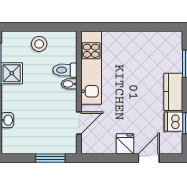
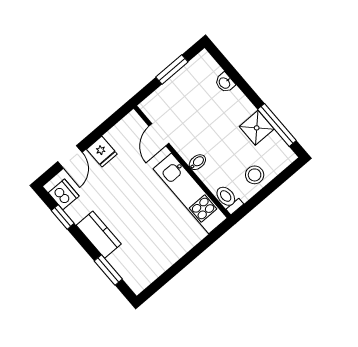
toilet: (65, 70) -> (228, 199), moved, turned -90
dishwasher: (174, 122) -> (64, 194), moved
window: (50, 158) -> (172, 70), moved

